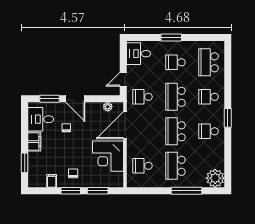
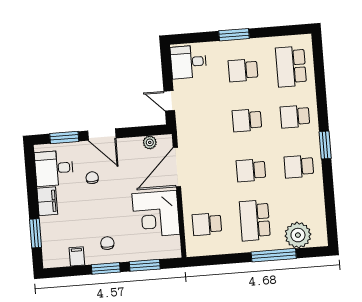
door: (123, 79) -> (169, 101), hinge flipped
school desk: (142, 97) -> (199, 124), removed
school desk: (175, 97) -> (247, 120), width x0.54
school desk: (175, 131) -> (251, 170), width x0.54
plant: (215, 178) -> (298, 235), moved

